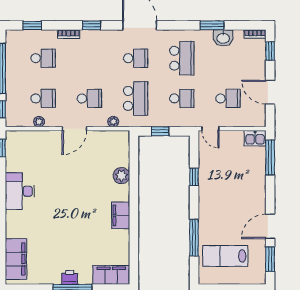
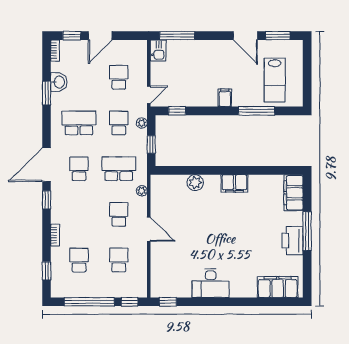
window: (92, 25) -> (47, 200), moved
door: (270, 92) -> (100, 36), moved
plant: (39, 122) -> (142, 123), moved
window: (194, 177) -> (177, 111), moved
filing cabinet: (207, 206) -> (225, 98), added
printer: (70, 277) -> (293, 241), width x1.87, depth x1.48

